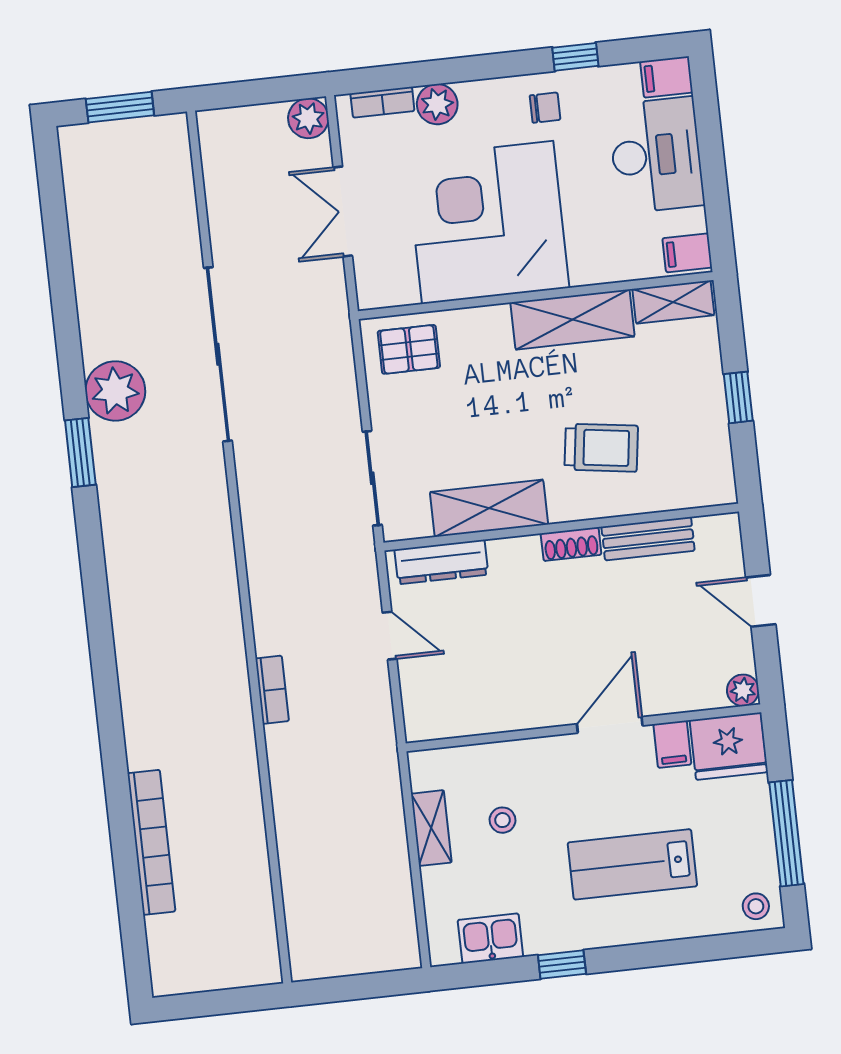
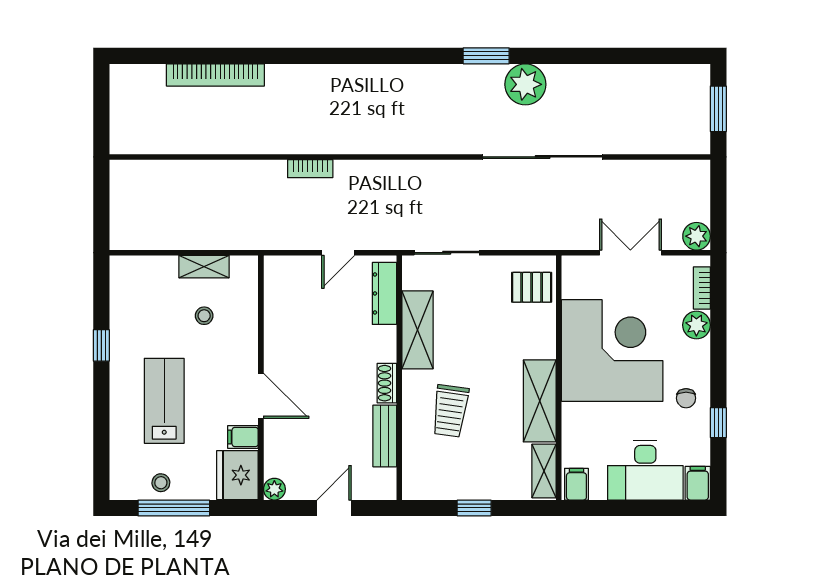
pallet: (409, 349) -> (532, 287), turned 90
stool: (756, 906) -> (161, 483), moved
kitchen sink: (490, 938) -> (124, 299), removed

